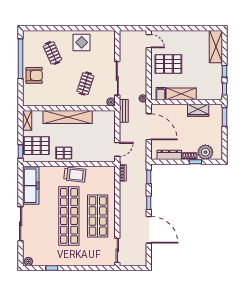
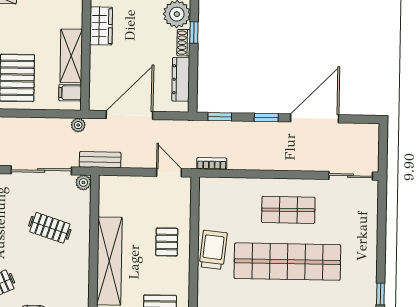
pallet: (64, 153) -> (167, 242), moved
shop shelf: (98, 216) -> (288, 210), width x0.70, depth x0.74

